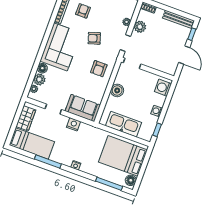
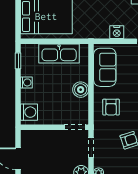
armchair: (99, 69) -> (111, 107), turned 180
sofa: (83, 108) -> (105, 67), moved, turned -90

